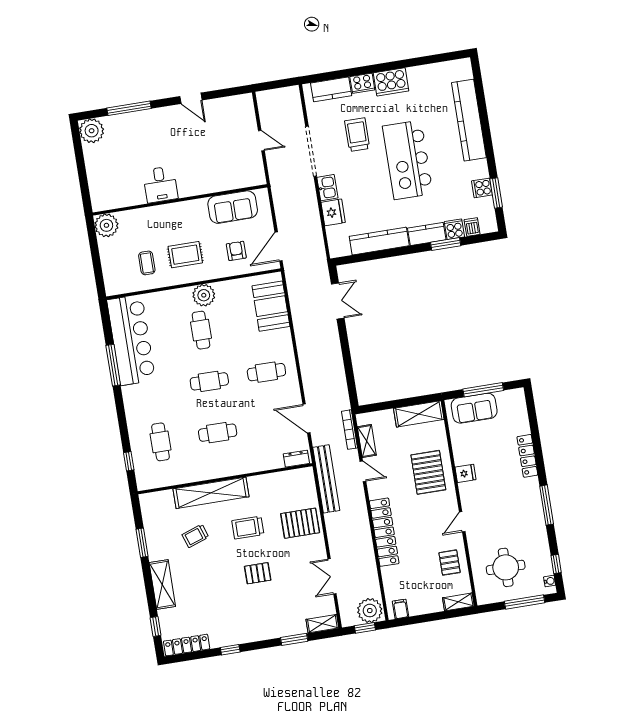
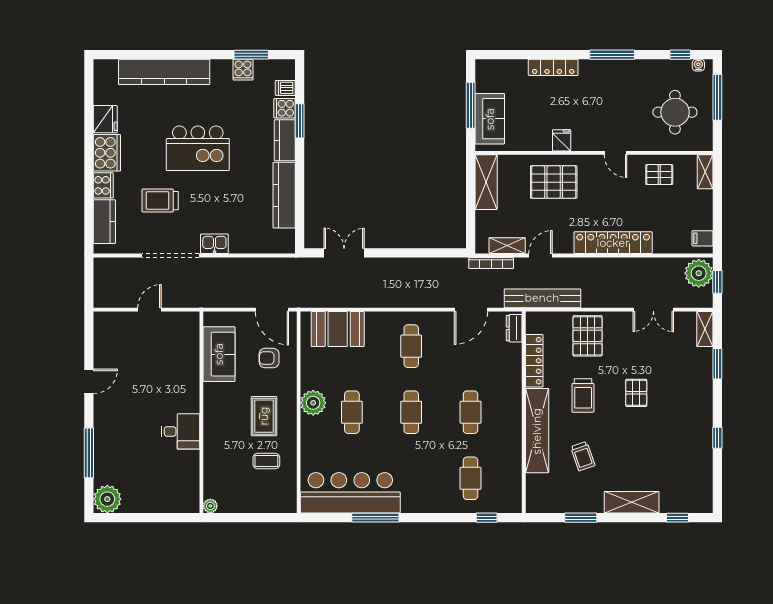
kitchen island: (408, 160) -> (198, 148), width x0.73
fridge: (333, 212) -> (105, 119), moved, turned 90
plant: (106, 225) -> (210, 506), width x0.53, depth x0.53
cafe table: (201, 330) -> (352, 412), turned 90
cafe table: (160, 442) -> (471, 478), turned 90
locker: (187, 645) -> (534, 361), moved, turned 180

